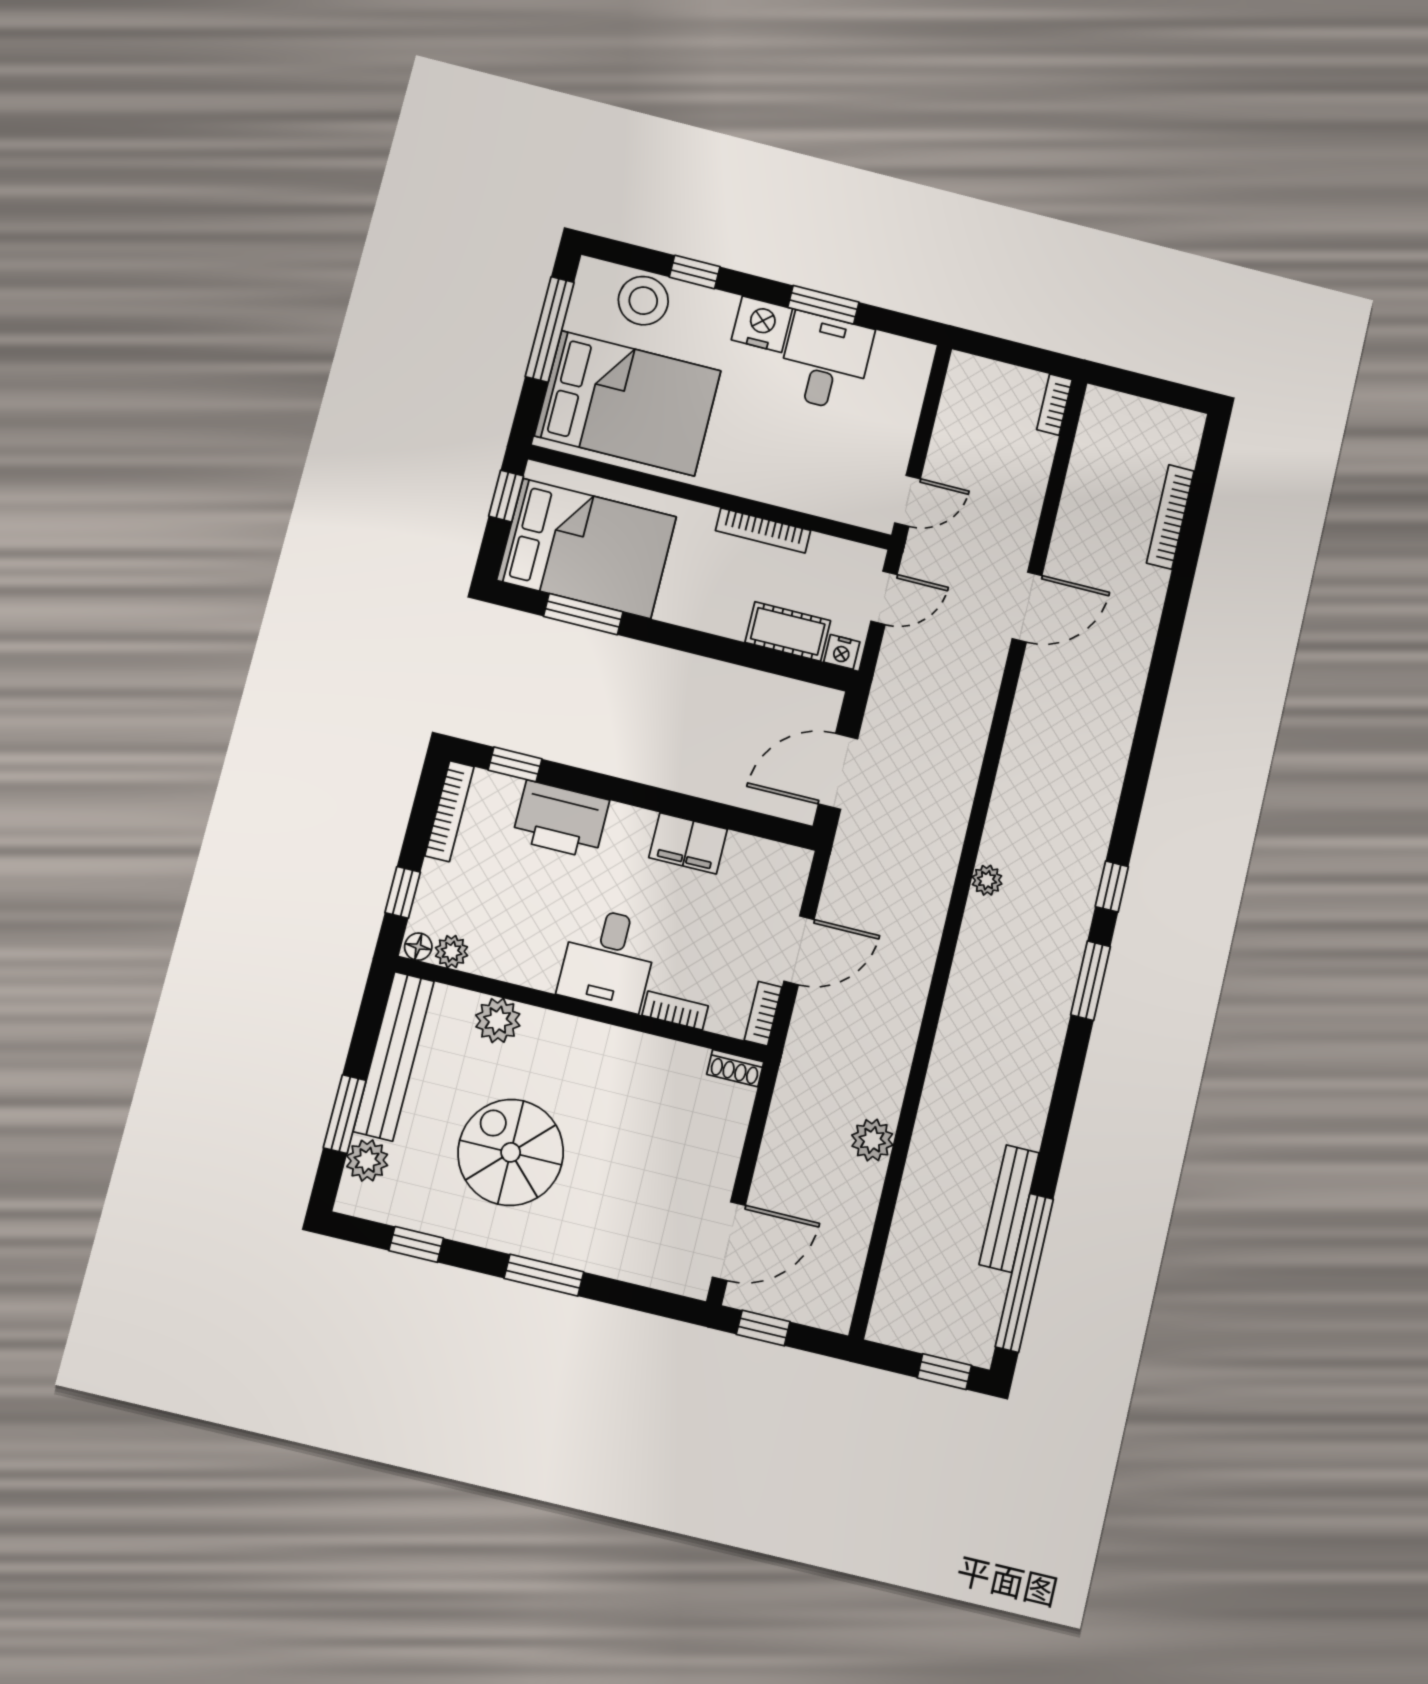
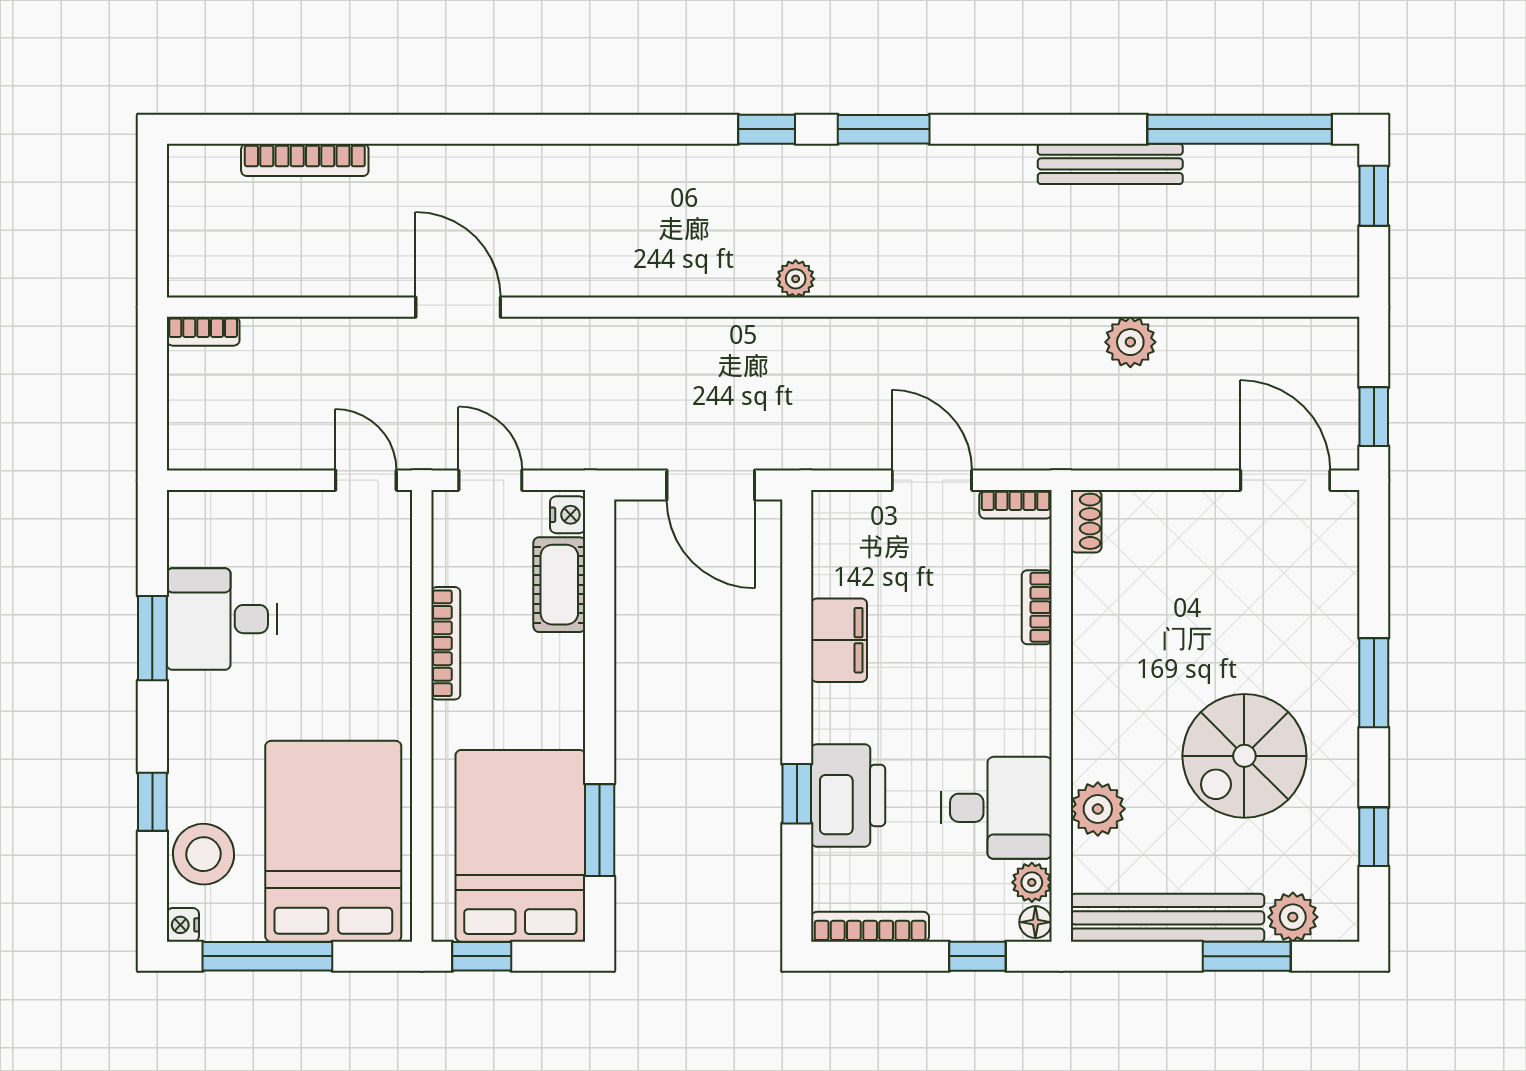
nightstand: (762, 324) -> (183, 925), moved, width x0.53, depth x0.56
window: (515, 764) -> (797, 794), moved
desk: (608, 959) -> (997, 808), moved
bench: (1009, 1209) -> (1110, 164), moved

